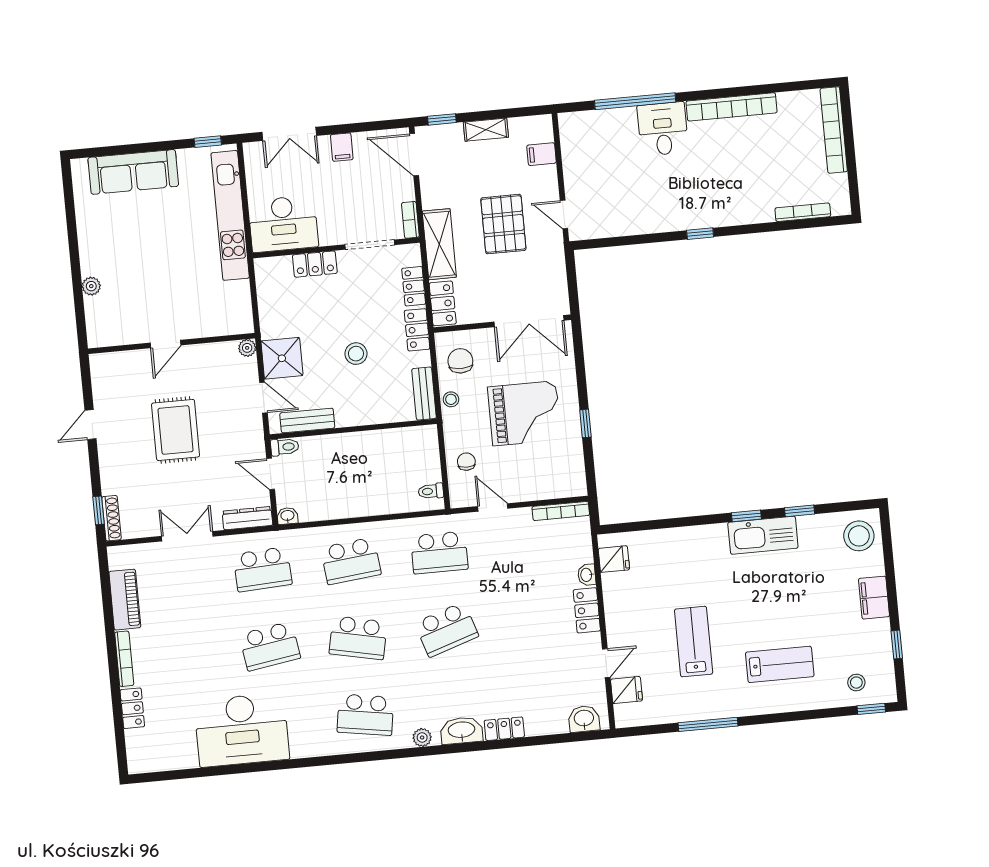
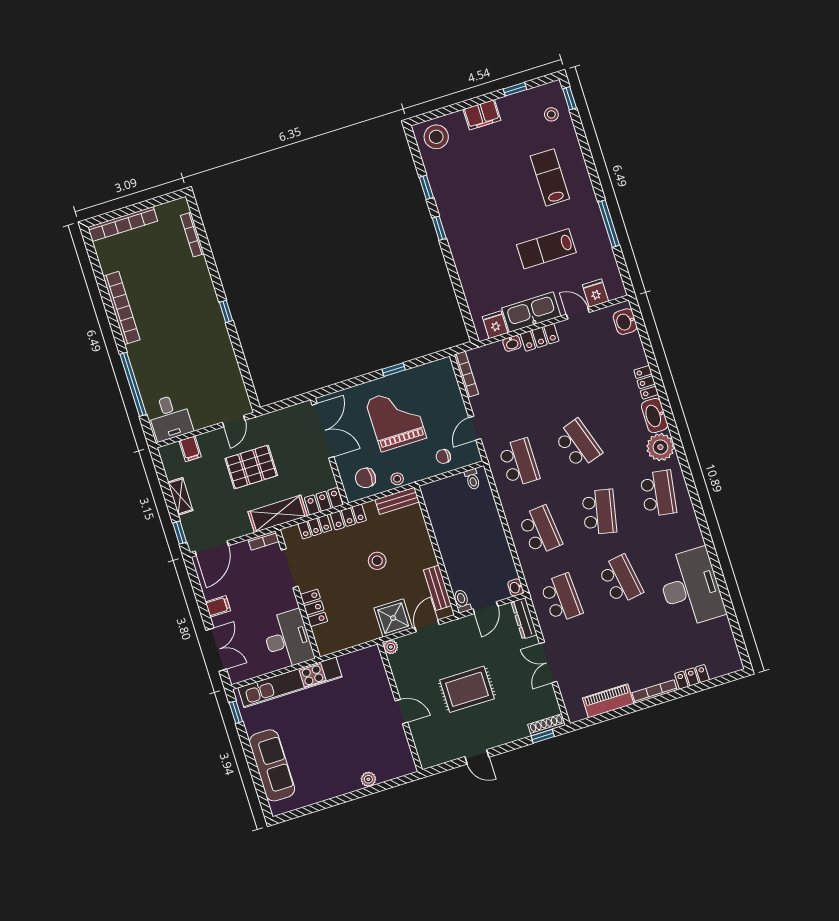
desk: (663, 129) -> (170, 417), moved, turned -90
kitchen sink: (763, 535) -> (531, 312), moved, turned -90
plant: (422, 737) -> (660, 447), width x1.88, depth x1.88

